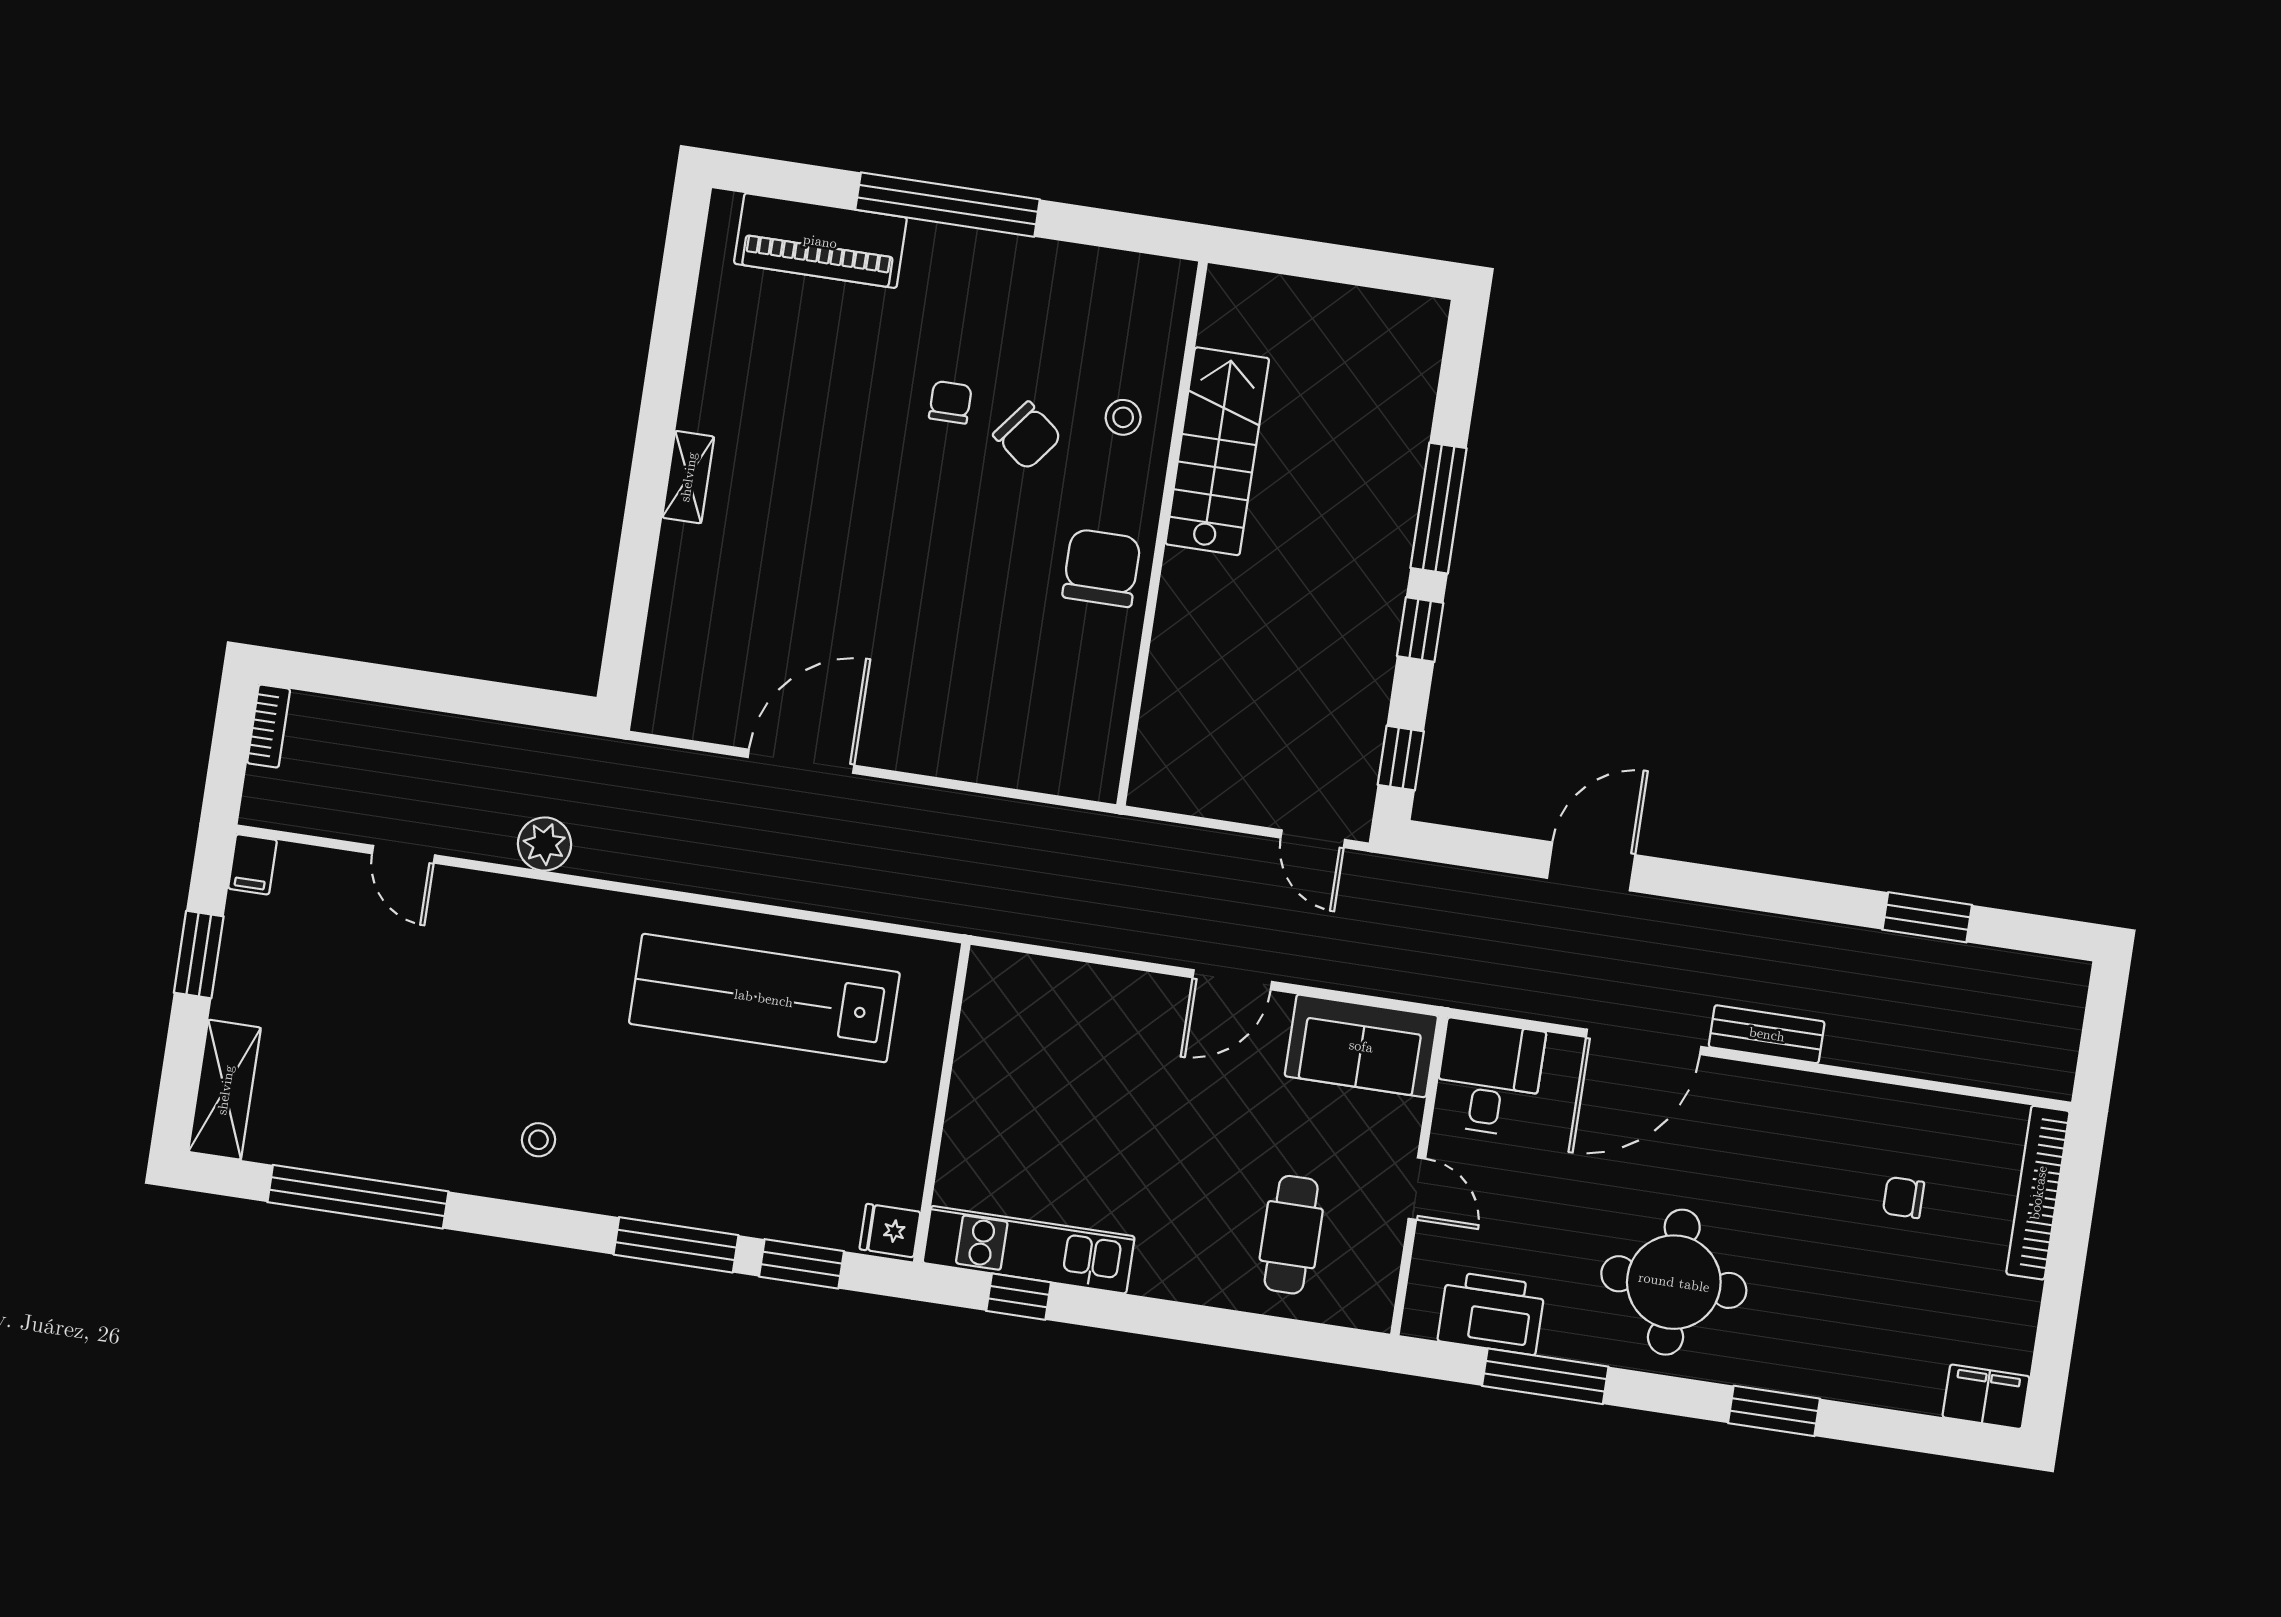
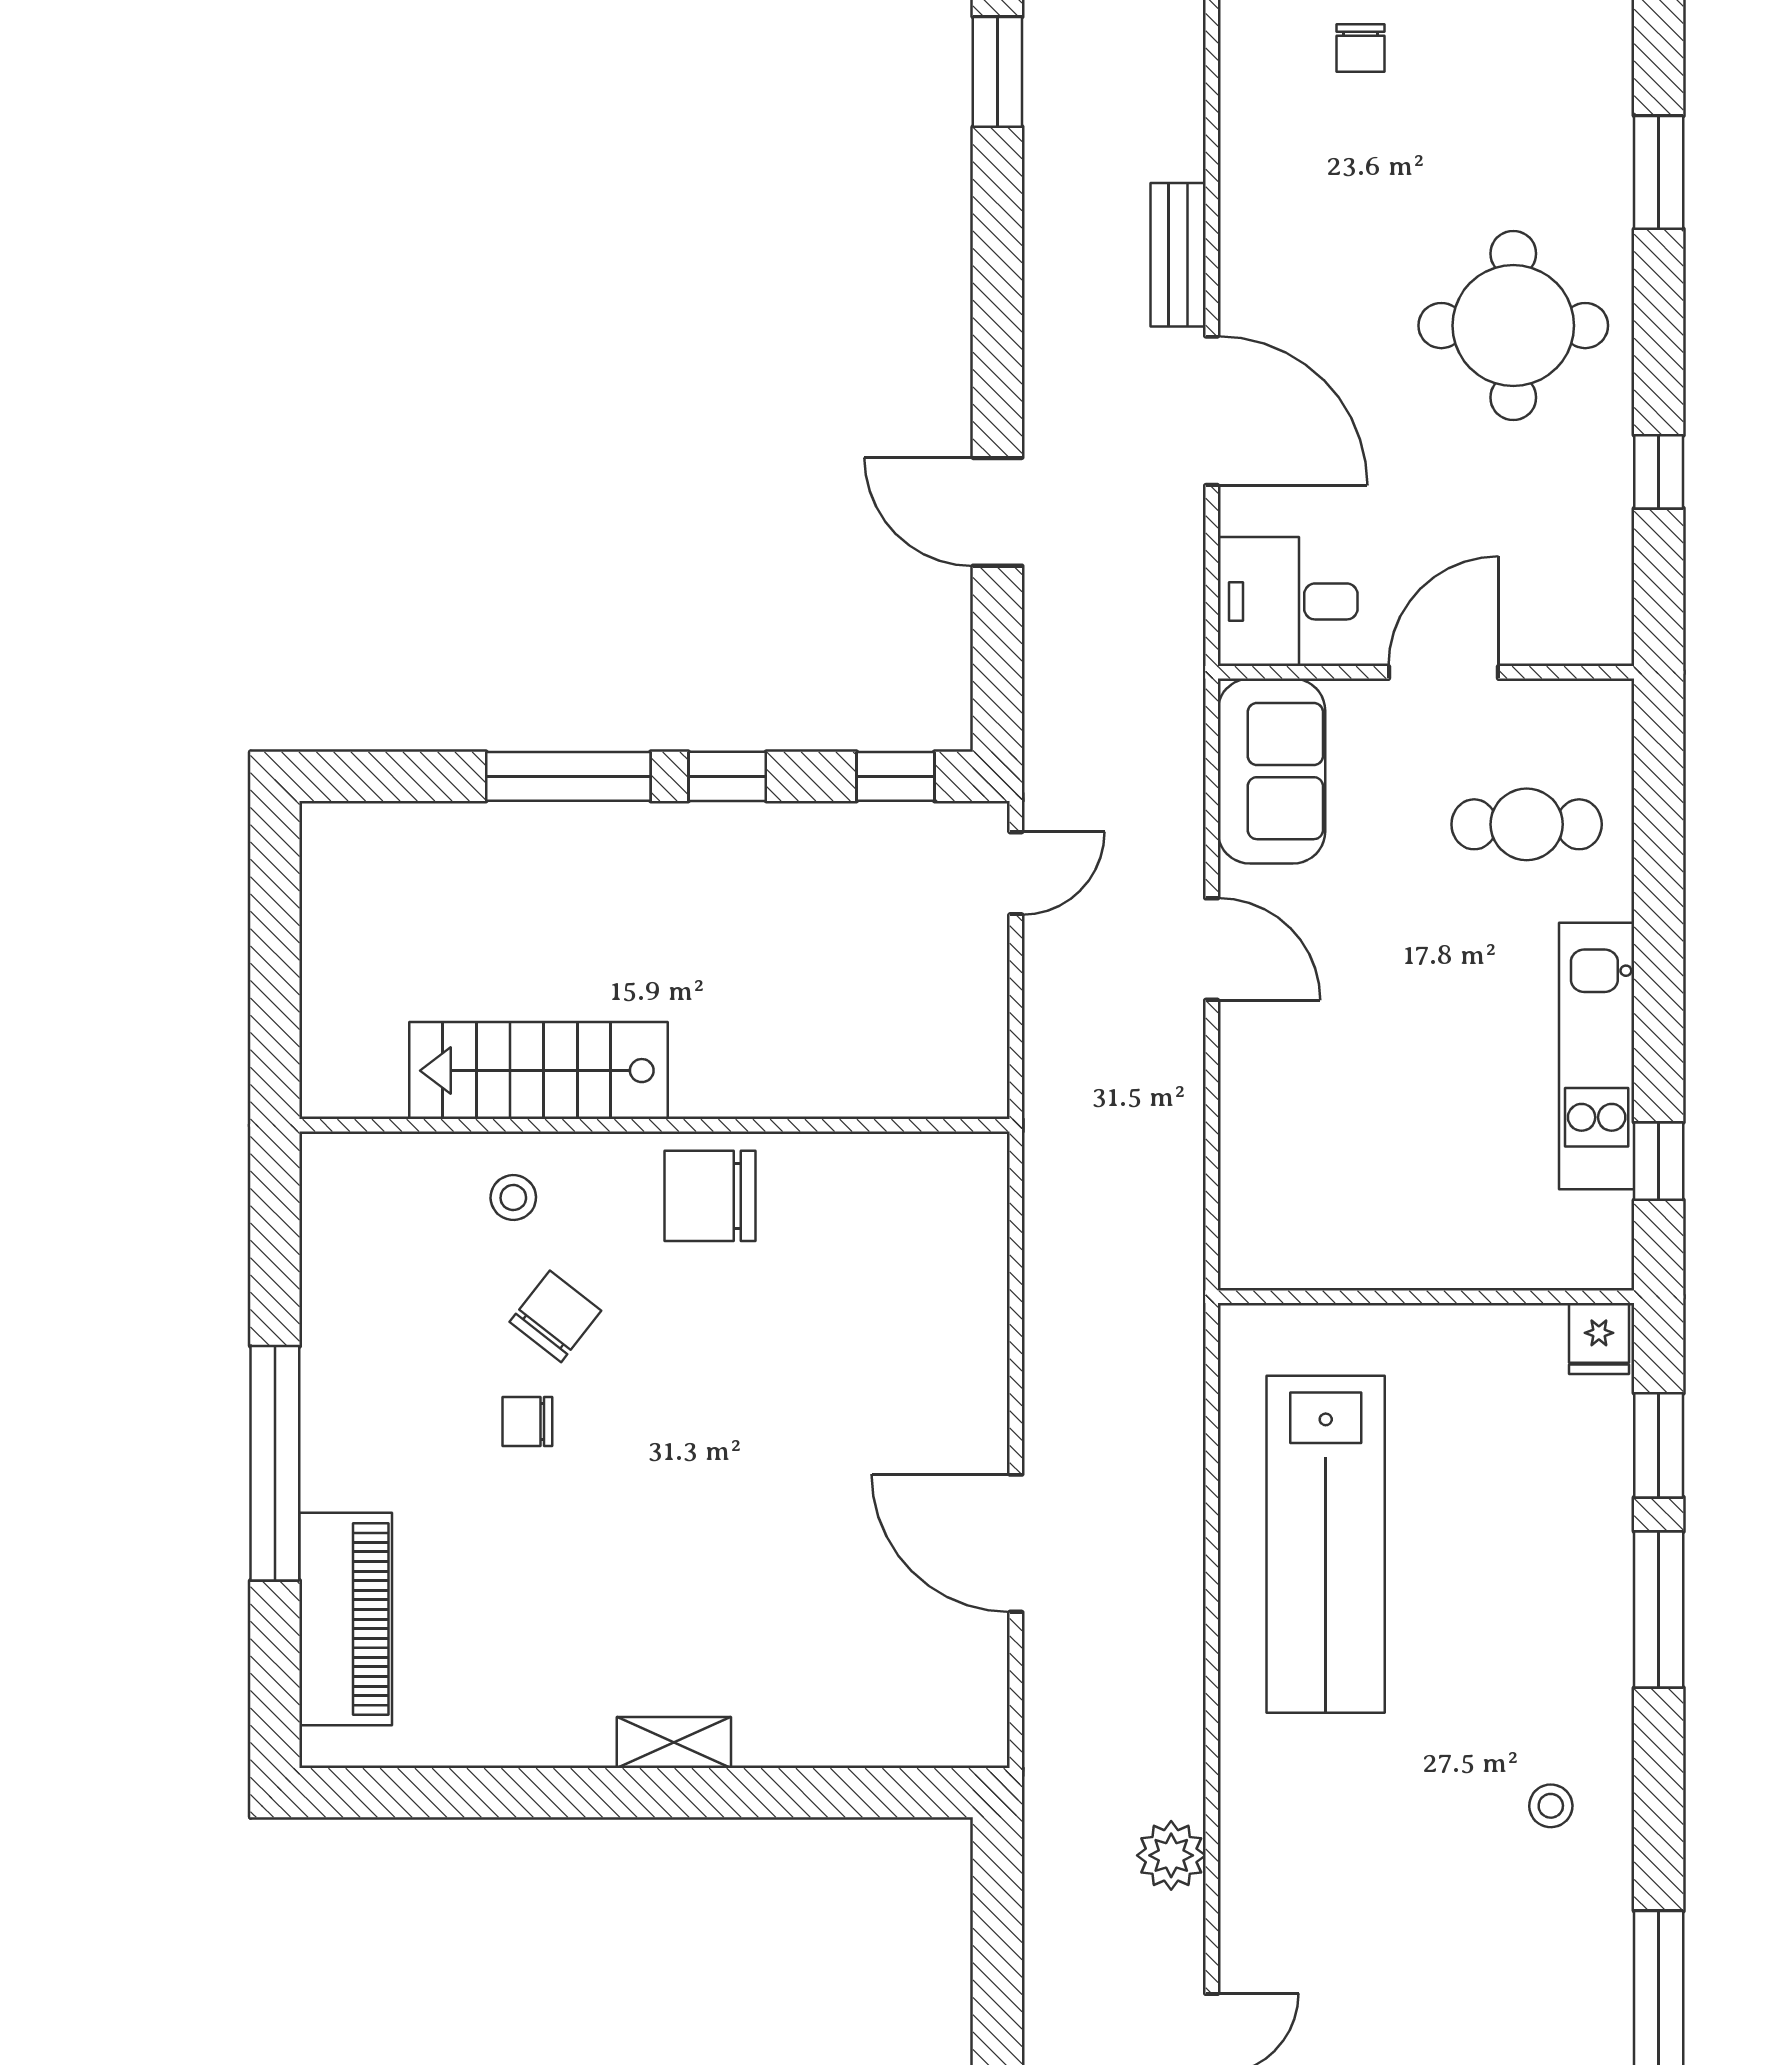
door: (1417, 1189) -> (1443, 672), width x1.38
kitchen unit: (1029, 1250) -> (1597, 1056), moved
printer: (1491, 1313) -> (1588, 553), removed
window: (1545, 1376) -> (1659, 472), width x0.46

